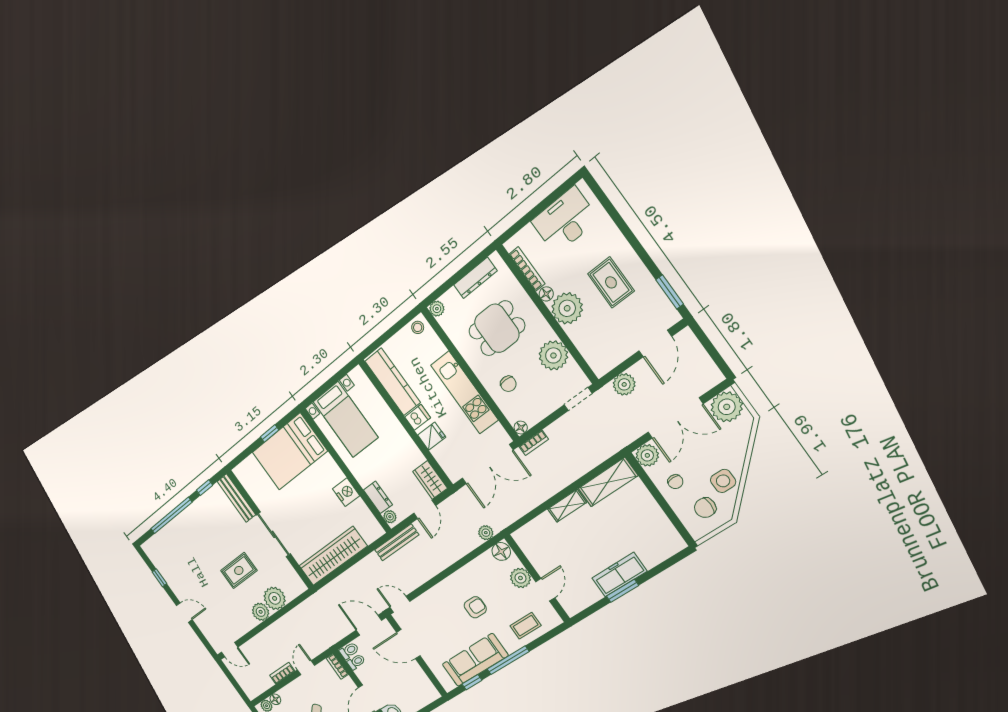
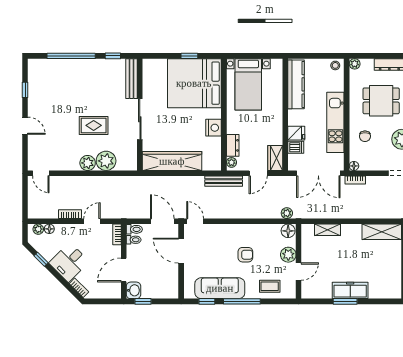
dishwasher: (418, 417) -> (296, 147), moved
bed: (290, 452) -> (194, 83), width x1.36
shelving: (567, 506) -> (327, 230), moved

